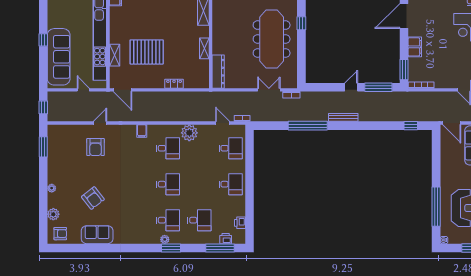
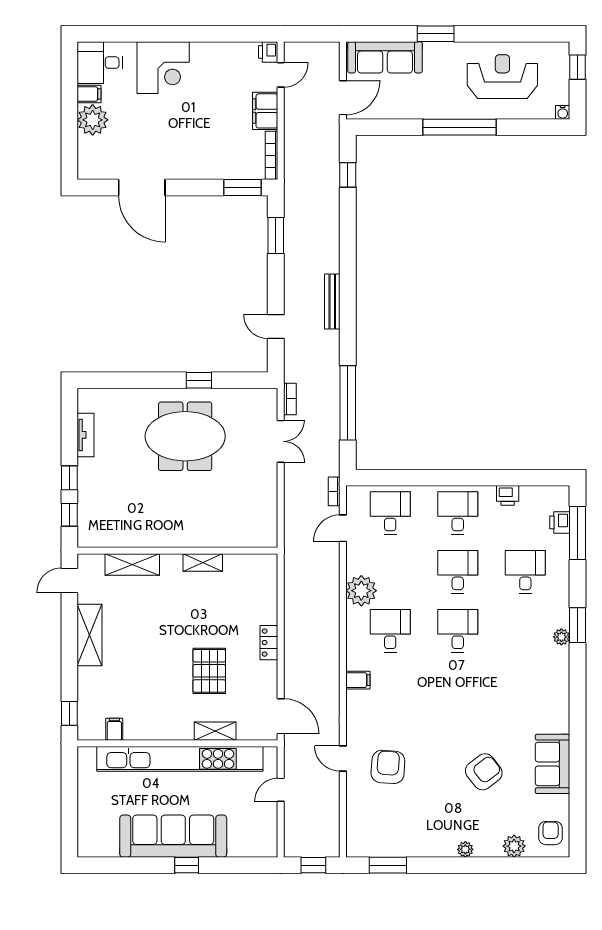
window: (301, 23) -> (199, 380), moved
meeting table: (272, 39) -> (185, 436), width x0.73
filing cabinet: (415, 47) -> (265, 111), moved, turned -90
pallet: (147, 52) -> (209, 671), width x0.73, depth x0.71
sofa: (59, 57) -> (173, 836), moved
dresser: (218, 72) -> (246, 537), removed
locker: (174, 84) -> (269, 643), moved
door: (351, 87) -> (276, 327), moved
window: (378, 87) -> (276, 236), width x0.69
door: (123, 90) -> (281, 716), hinge flipped
double door: (269, 90) -> (281, 441), swing flipped
window: (308, 126) -> (348, 403), moved
armchair: (95, 147) -> (388, 767), turned -86
window: (436, 207) -> (460, 127), moved
desk: (168, 220) -> (458, 572), moved
printer: (240, 223) -> (508, 495), moved

